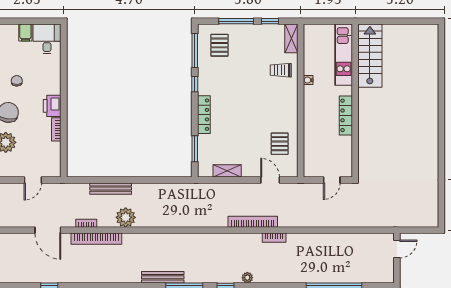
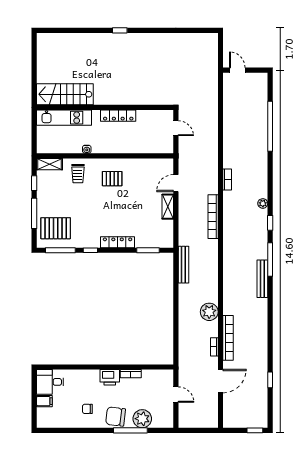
pallet: (219, 45) -> (56, 228), width x1.50, depth x1.42
window: (441, 117) -> (120, 30), added
pallet: (280, 144) -> (112, 179), moved
shelving: (227, 171) -> (168, 207), moved
bench: (111, 189) -> (183, 265), moved
bookcase: (253, 222) -> (213, 217), moved

